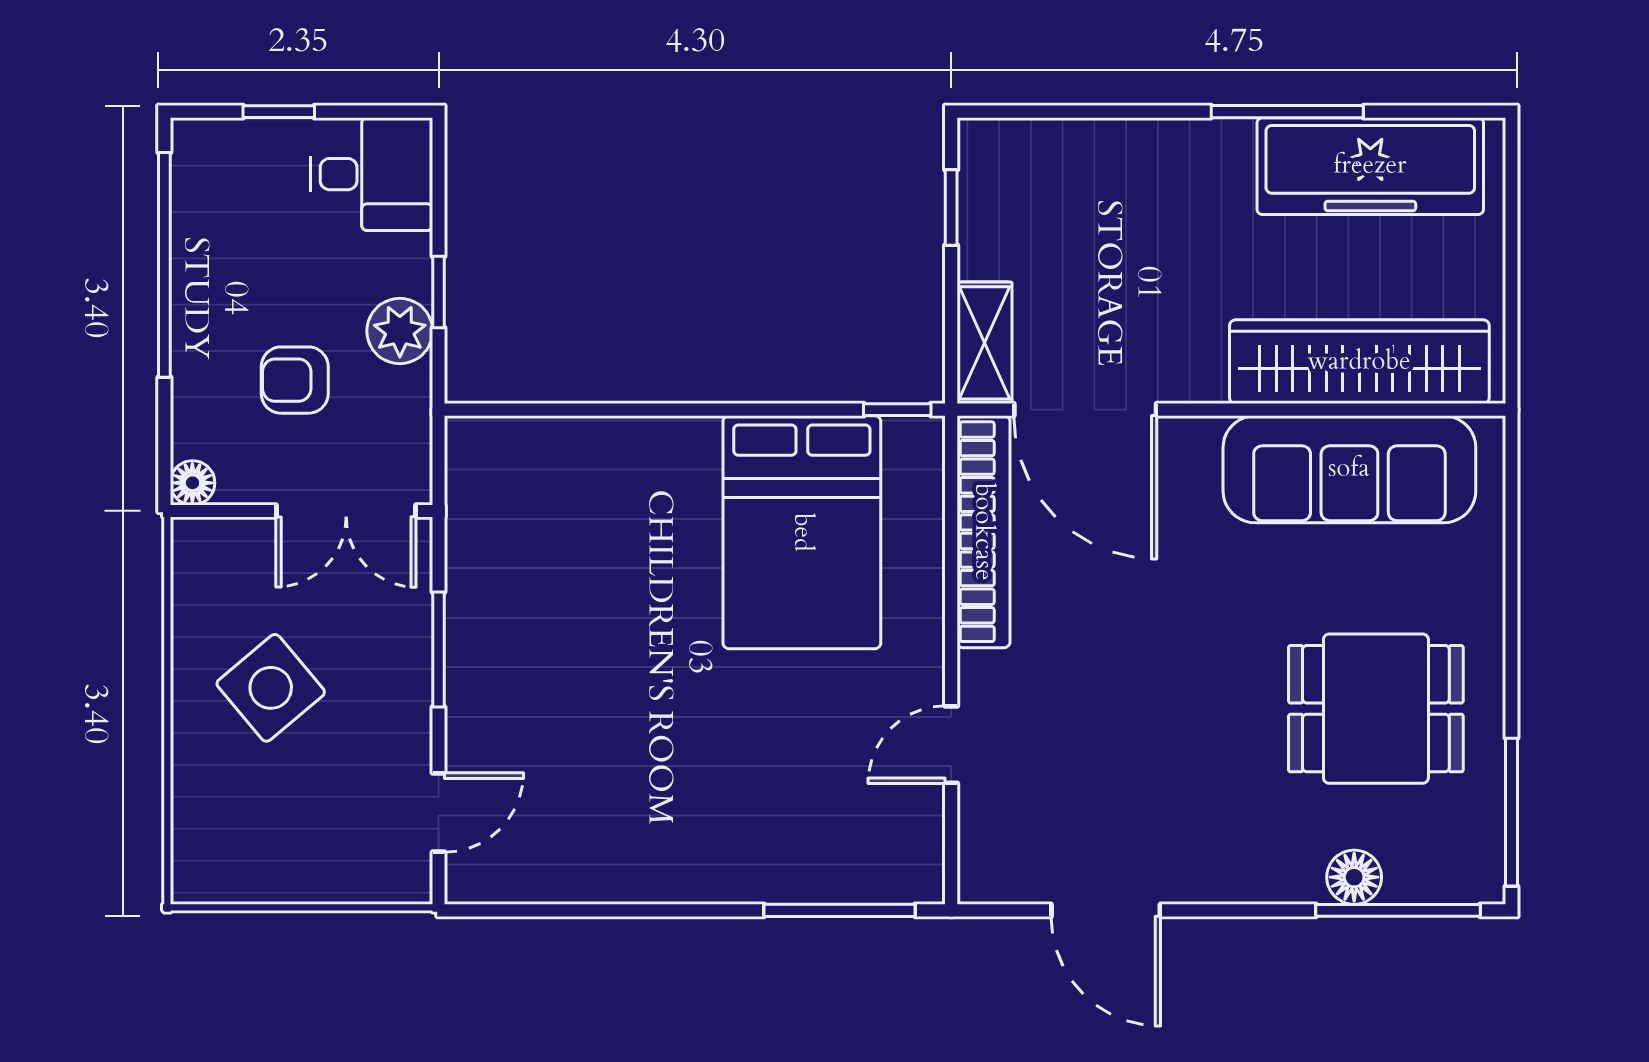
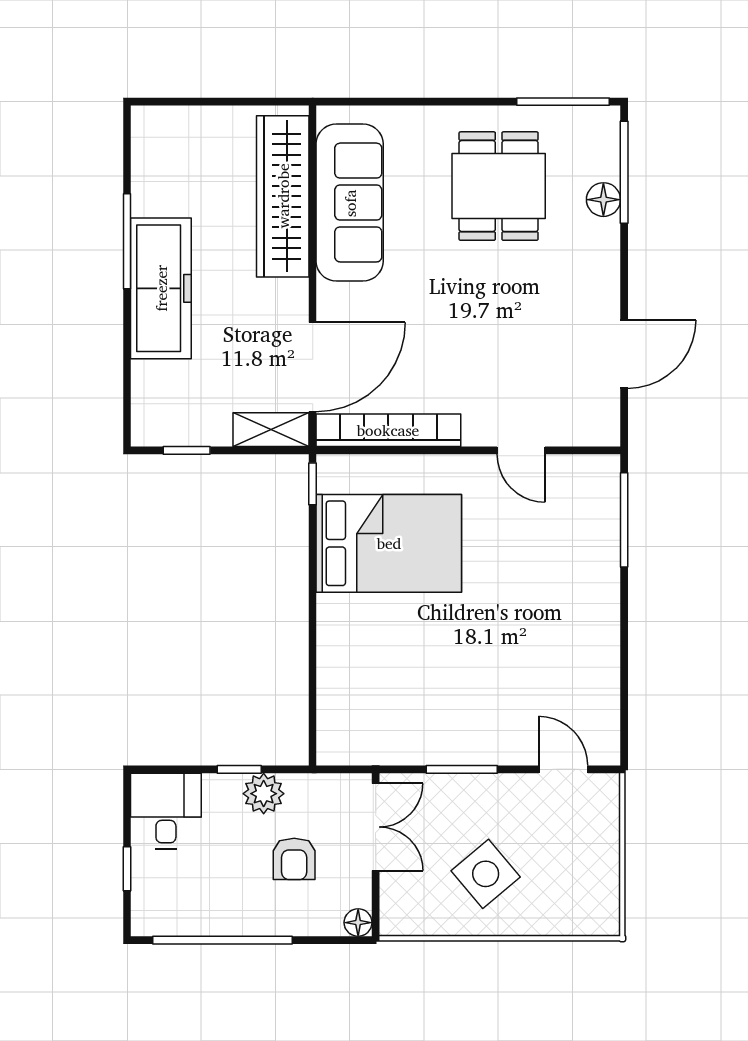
freezer: (1370, 166) -> (161, 288), moved

